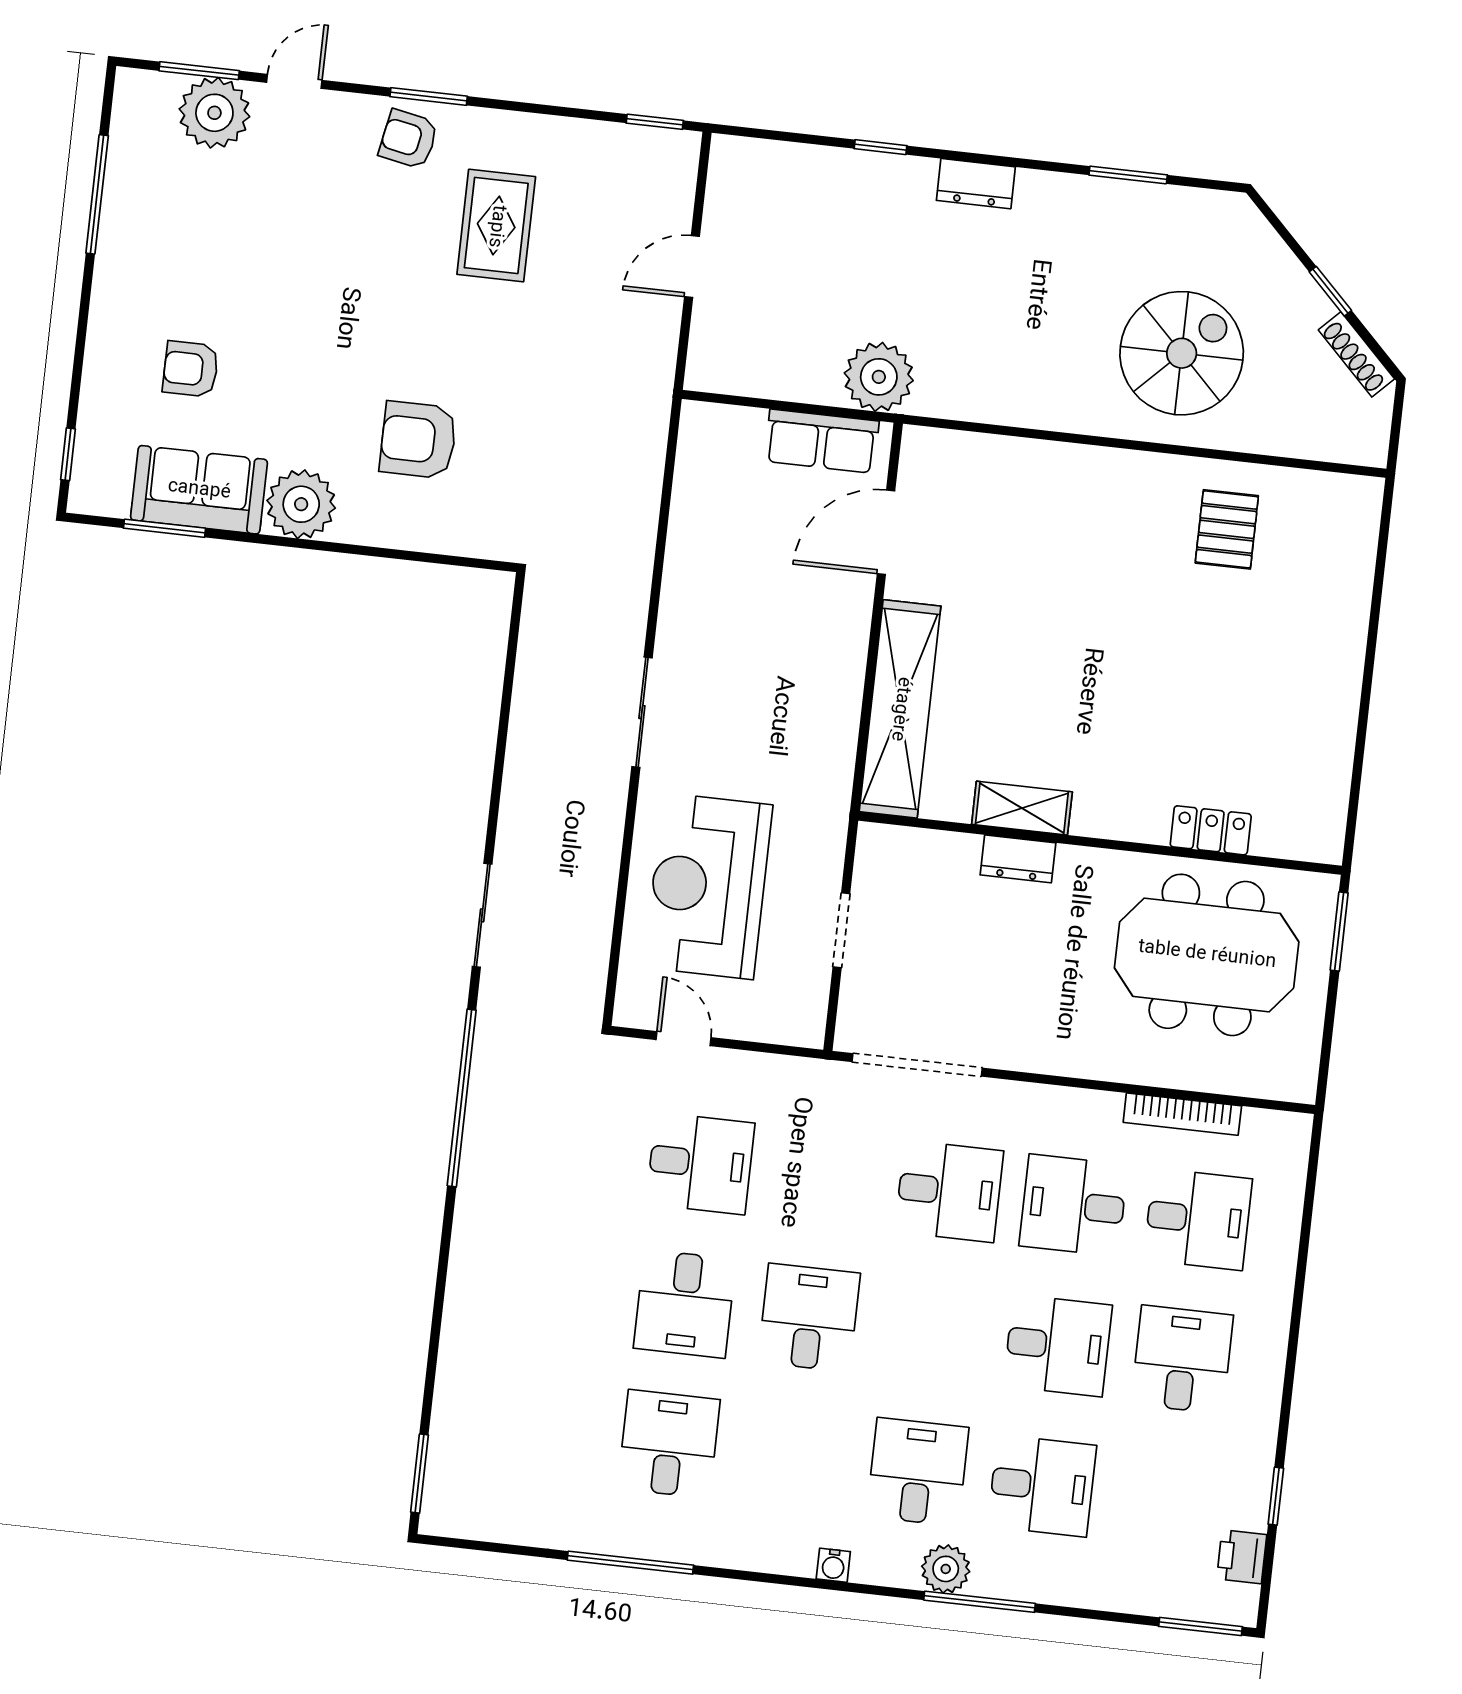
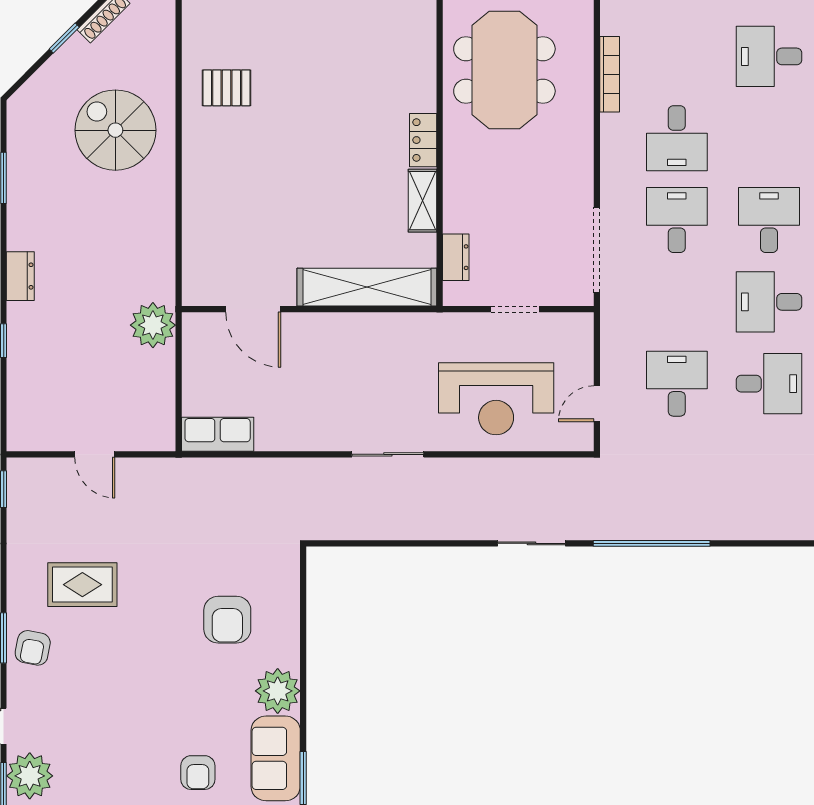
row of seats: (822, 441) -> (218, 434), moved, turned -90
locker: (1211, 830) -> (423, 140), moved
dresser: (1018, 859) -> (456, 257), moved
desk: (1198, 1219) -> (677, 56), removed
desk: (1058, 1346) -> (769, 220), moved

